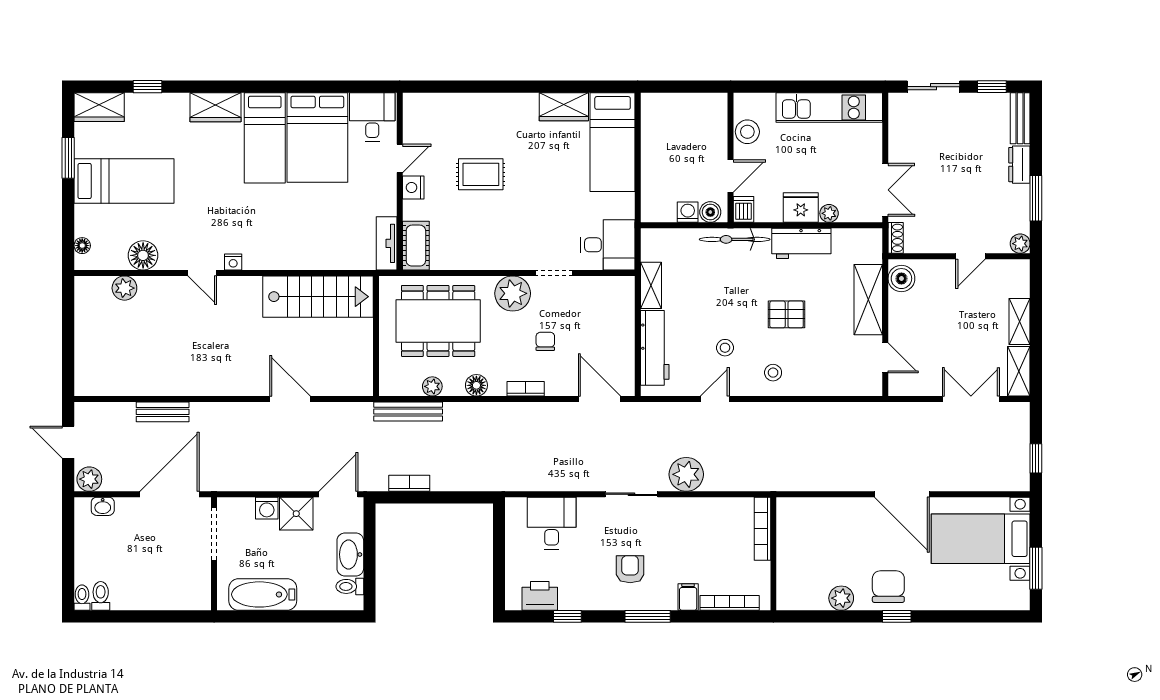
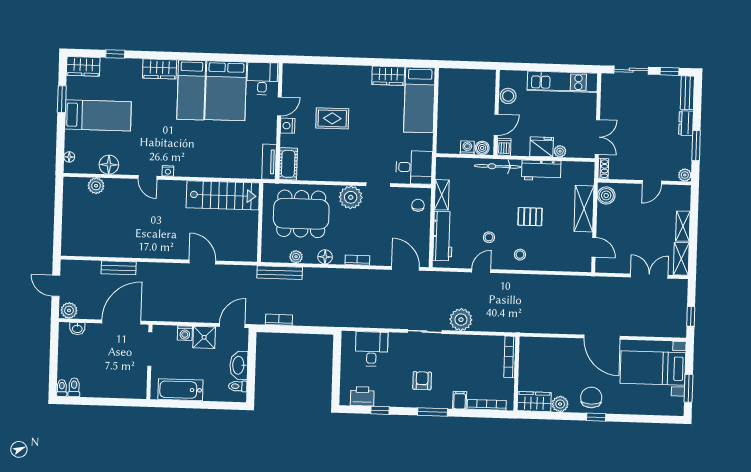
chair: (545, 341) -> (418, 205), moved
wardrobe: (802, 596) -> (534, 402), added

